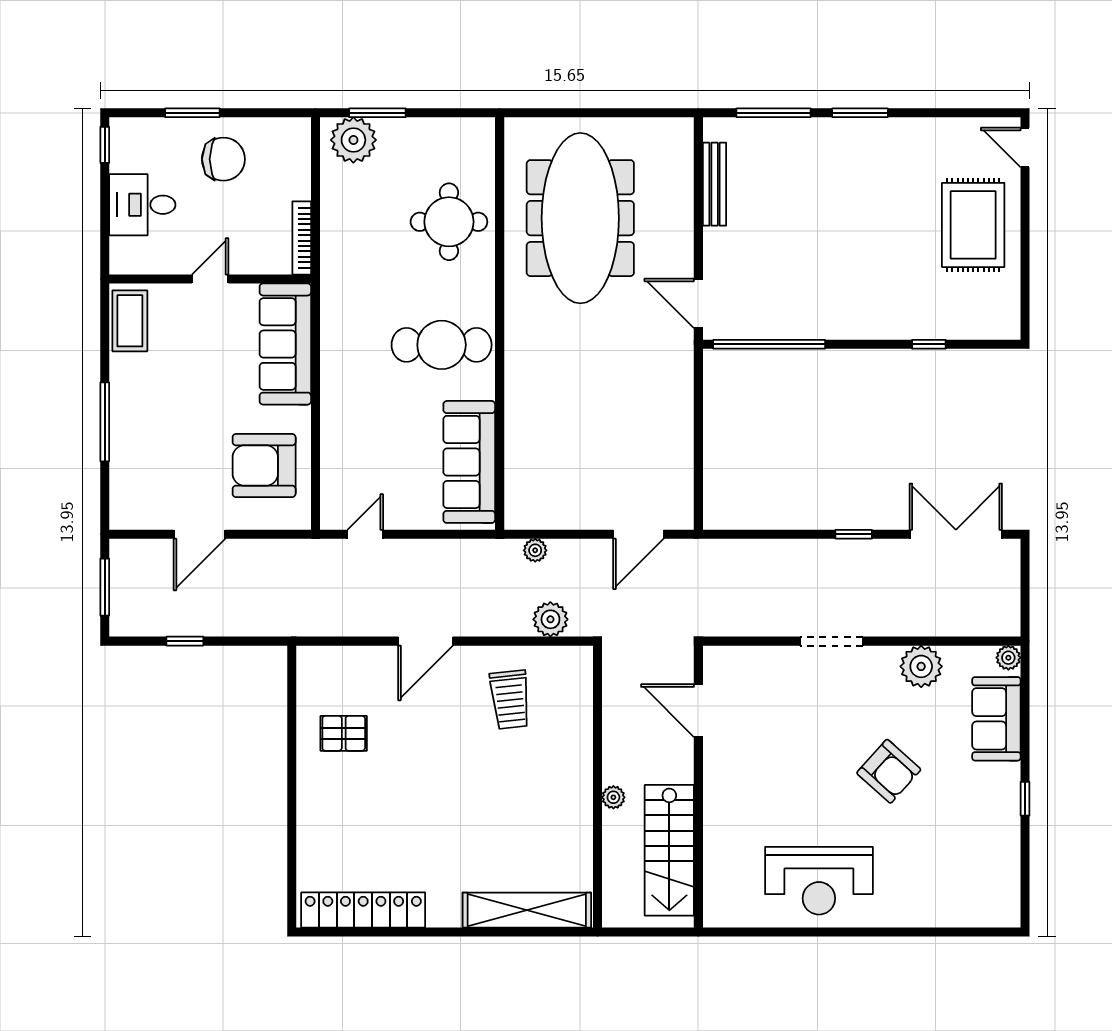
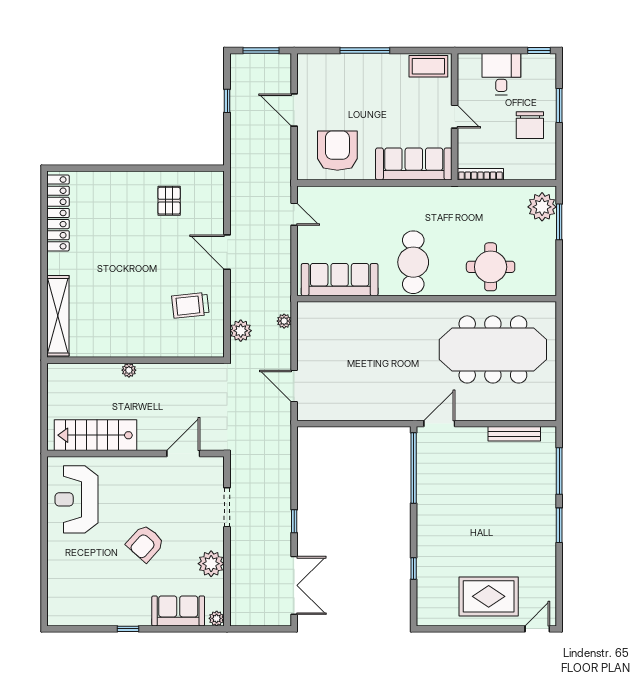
door: (698, 711) -> (183, 454), moved
wall: (698, 787) -> (136, 454), moved
stairs: (669, 850) -> (96, 435), moved

